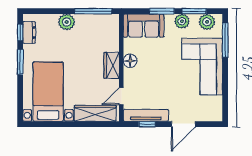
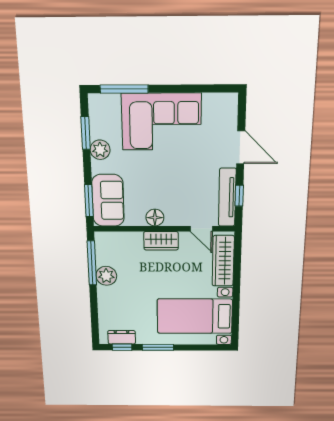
window: (162, 11) -> (89, 201), moved
plant: (67, 22) -> (106, 276), moved
plant: (207, 22) -> (100, 115), removed

